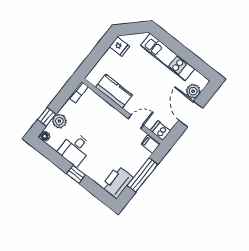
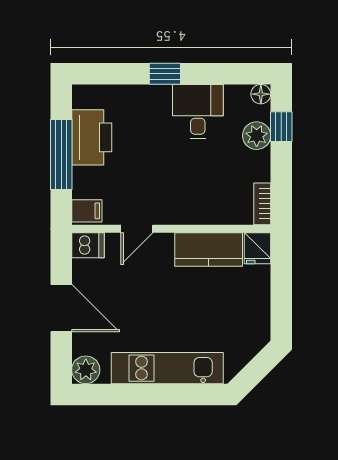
fridge: (119, 46) -> (258, 248), moved, turned -90
plant: (193, 91) -> (86, 370), moved
printer: (117, 182) -> (92, 137), moved

